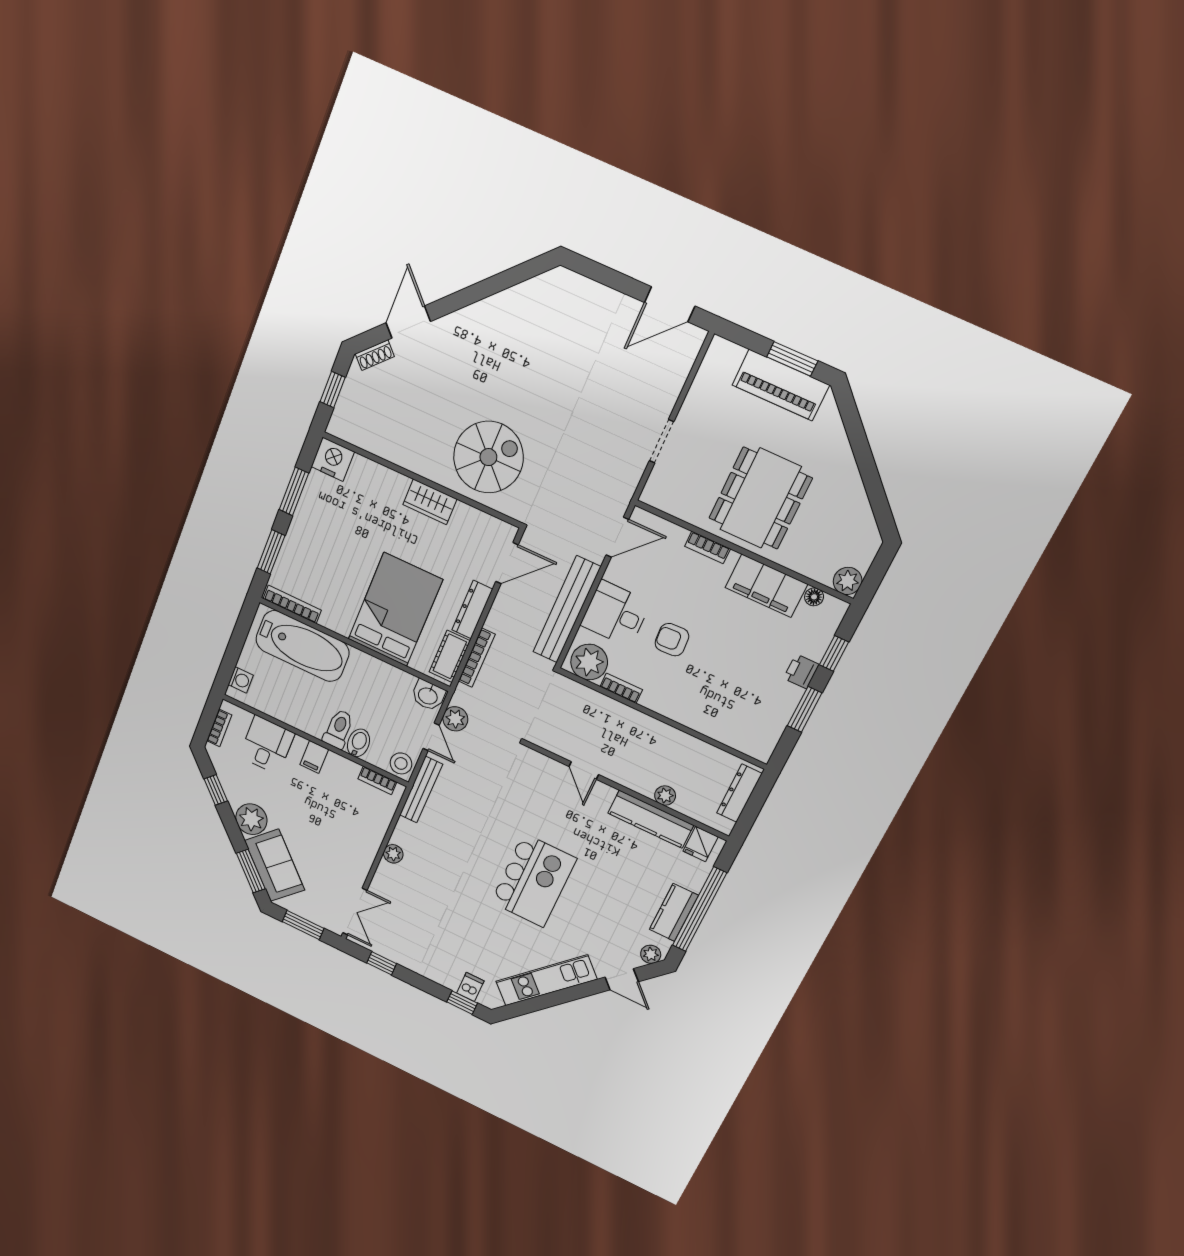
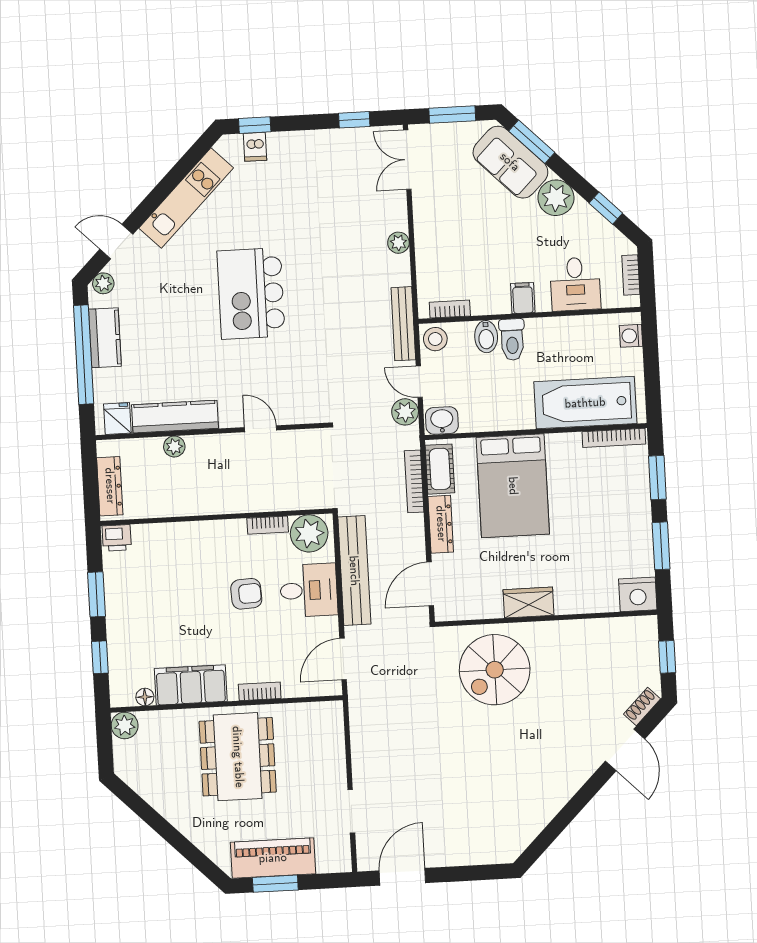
doorway: (662, 441) -> (351, 811), moved
printer: (801, 671) -> (117, 538), moved, turned 90

